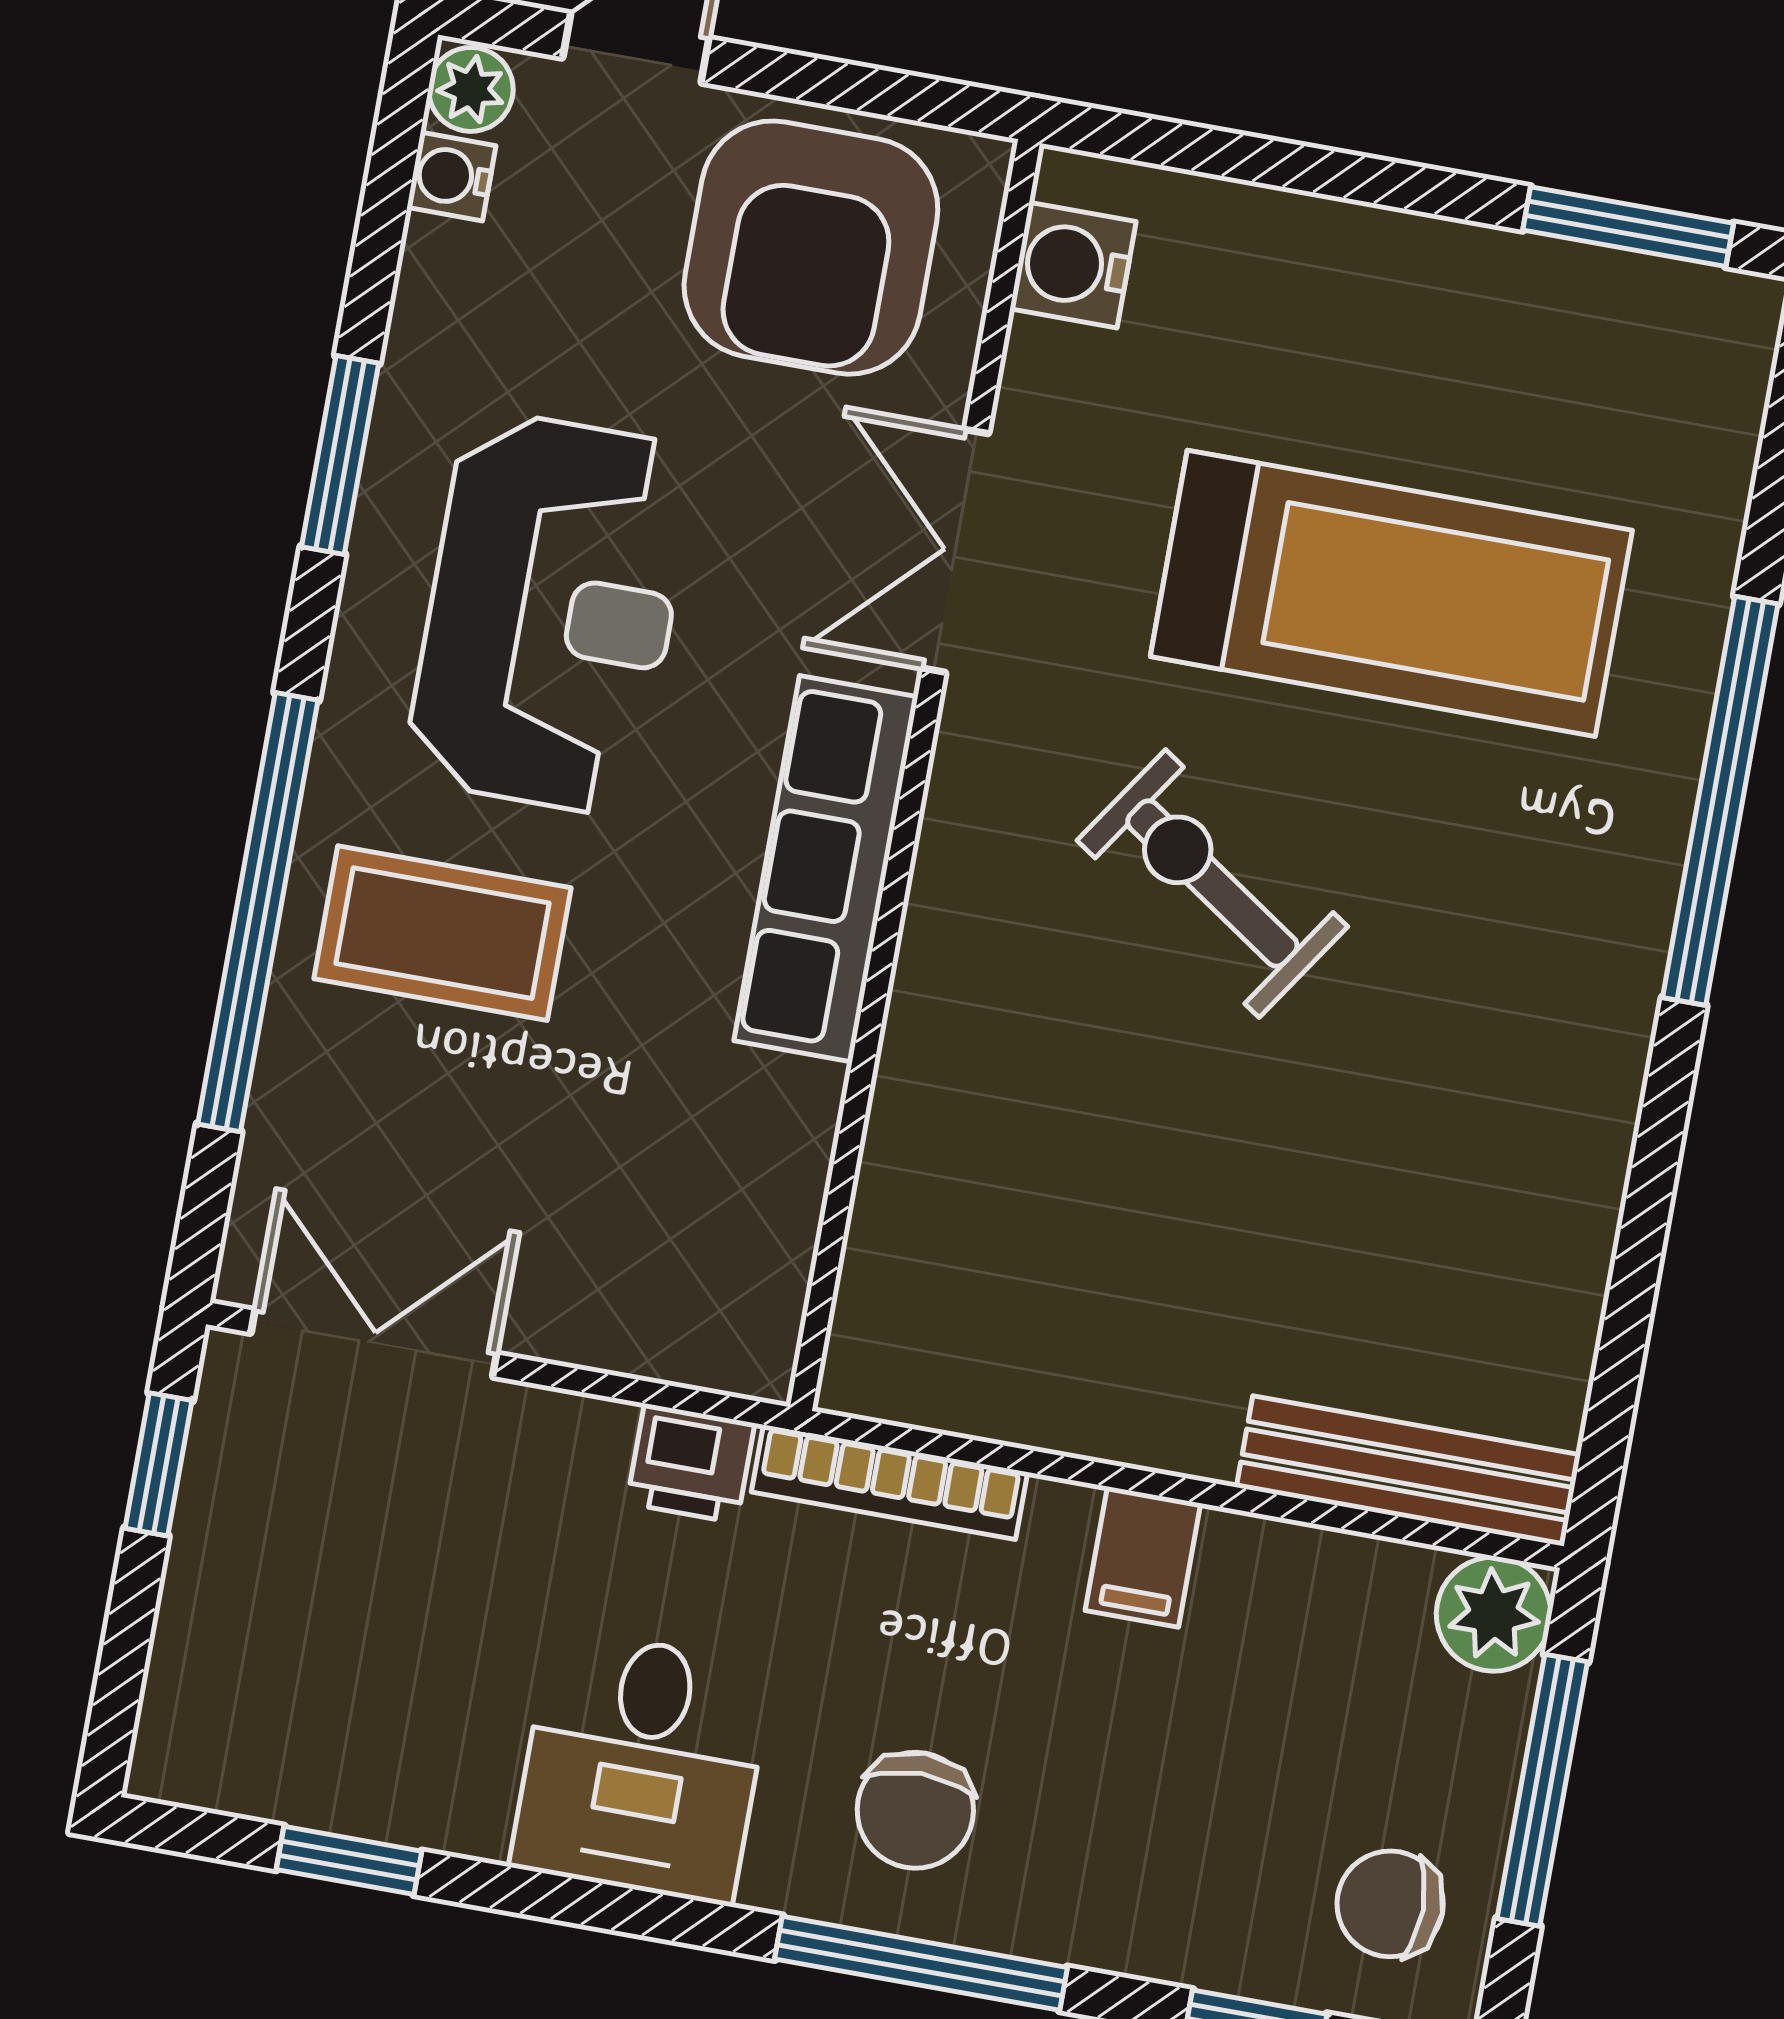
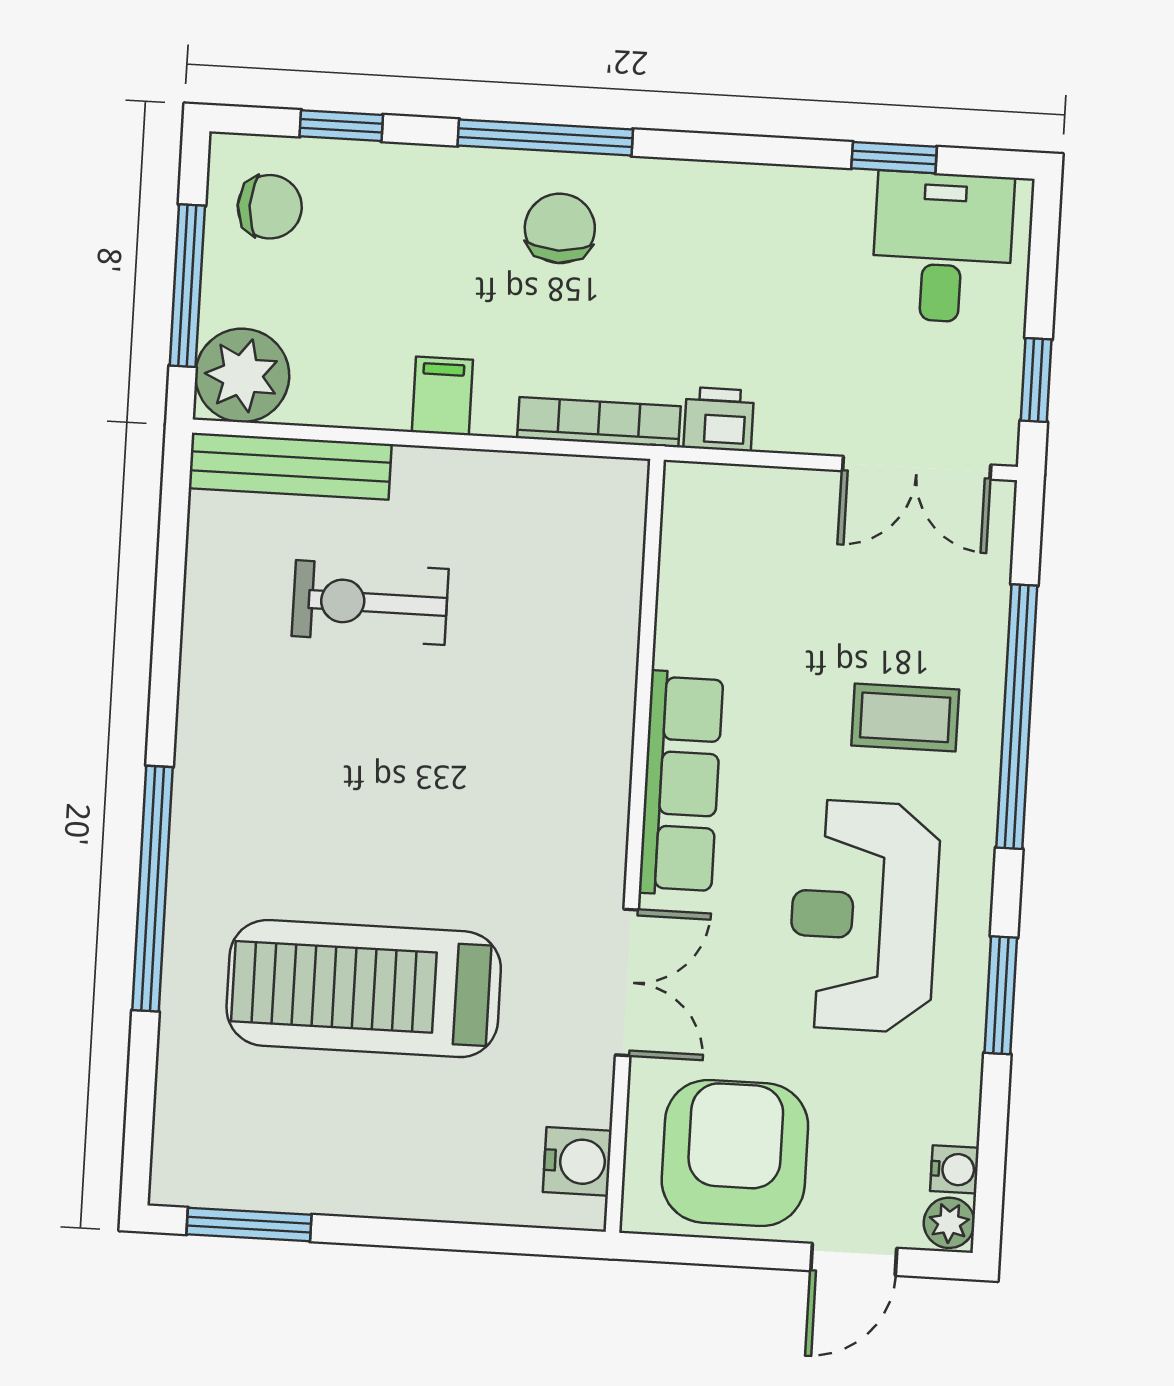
exercise bike: (1212, 884) -> (370, 603), moved, turned 146
coffee table: (443, 933) -> (905, 717), width x0.73, depth x0.77
plant: (1494, 1614) -> (242, 375), width x1.36, depth x1.36
desk: (642, 1766) -> (943, 247), moved

